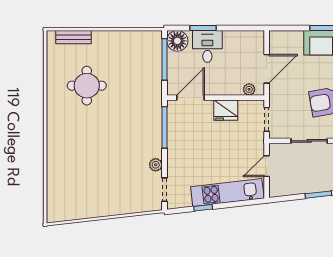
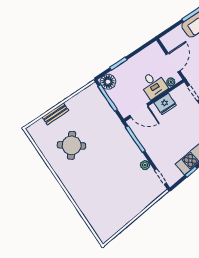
bench: (74, 37) -> (55, 114), moved
desk: (207, 46) -> (153, 85), moved, turned 180
round table: (87, 86) -> (72, 145), turned 37
door: (191, 98) -> (139, 111), swing flipped

